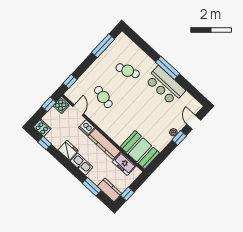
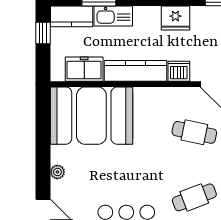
window: (179, 138) -> (43, 171), removed
booth: (140, 150) -> (91, 116), width x1.36, depth x1.42
kitchen sink: (81, 164) -> (113, 16), moved

